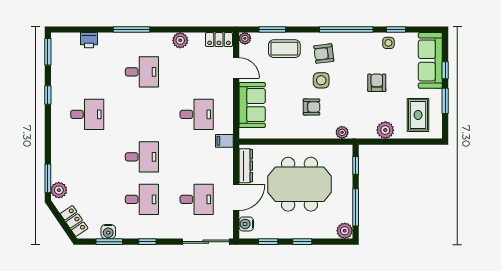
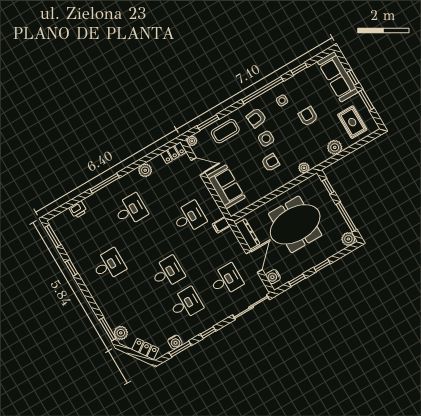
side table: (388, 43) -> (282, 100), moved

